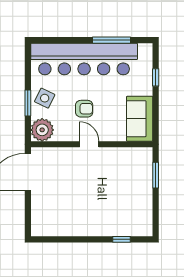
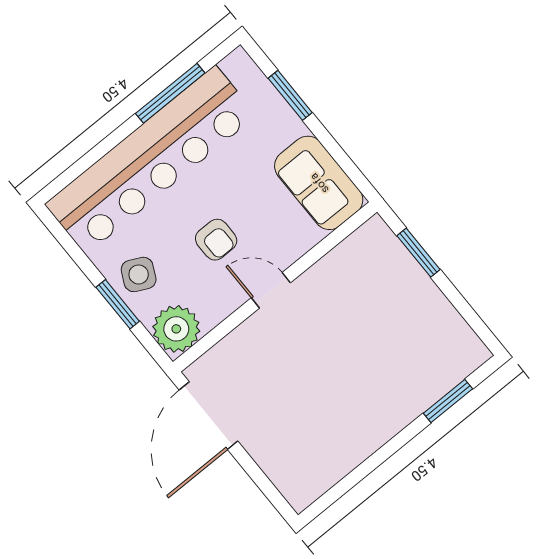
window: (156, 77) -> (290, 95), width x1.50
armchair: (84, 109) -> (216, 240), turned 90
window: (122, 239) -> (448, 401), width x1.50

